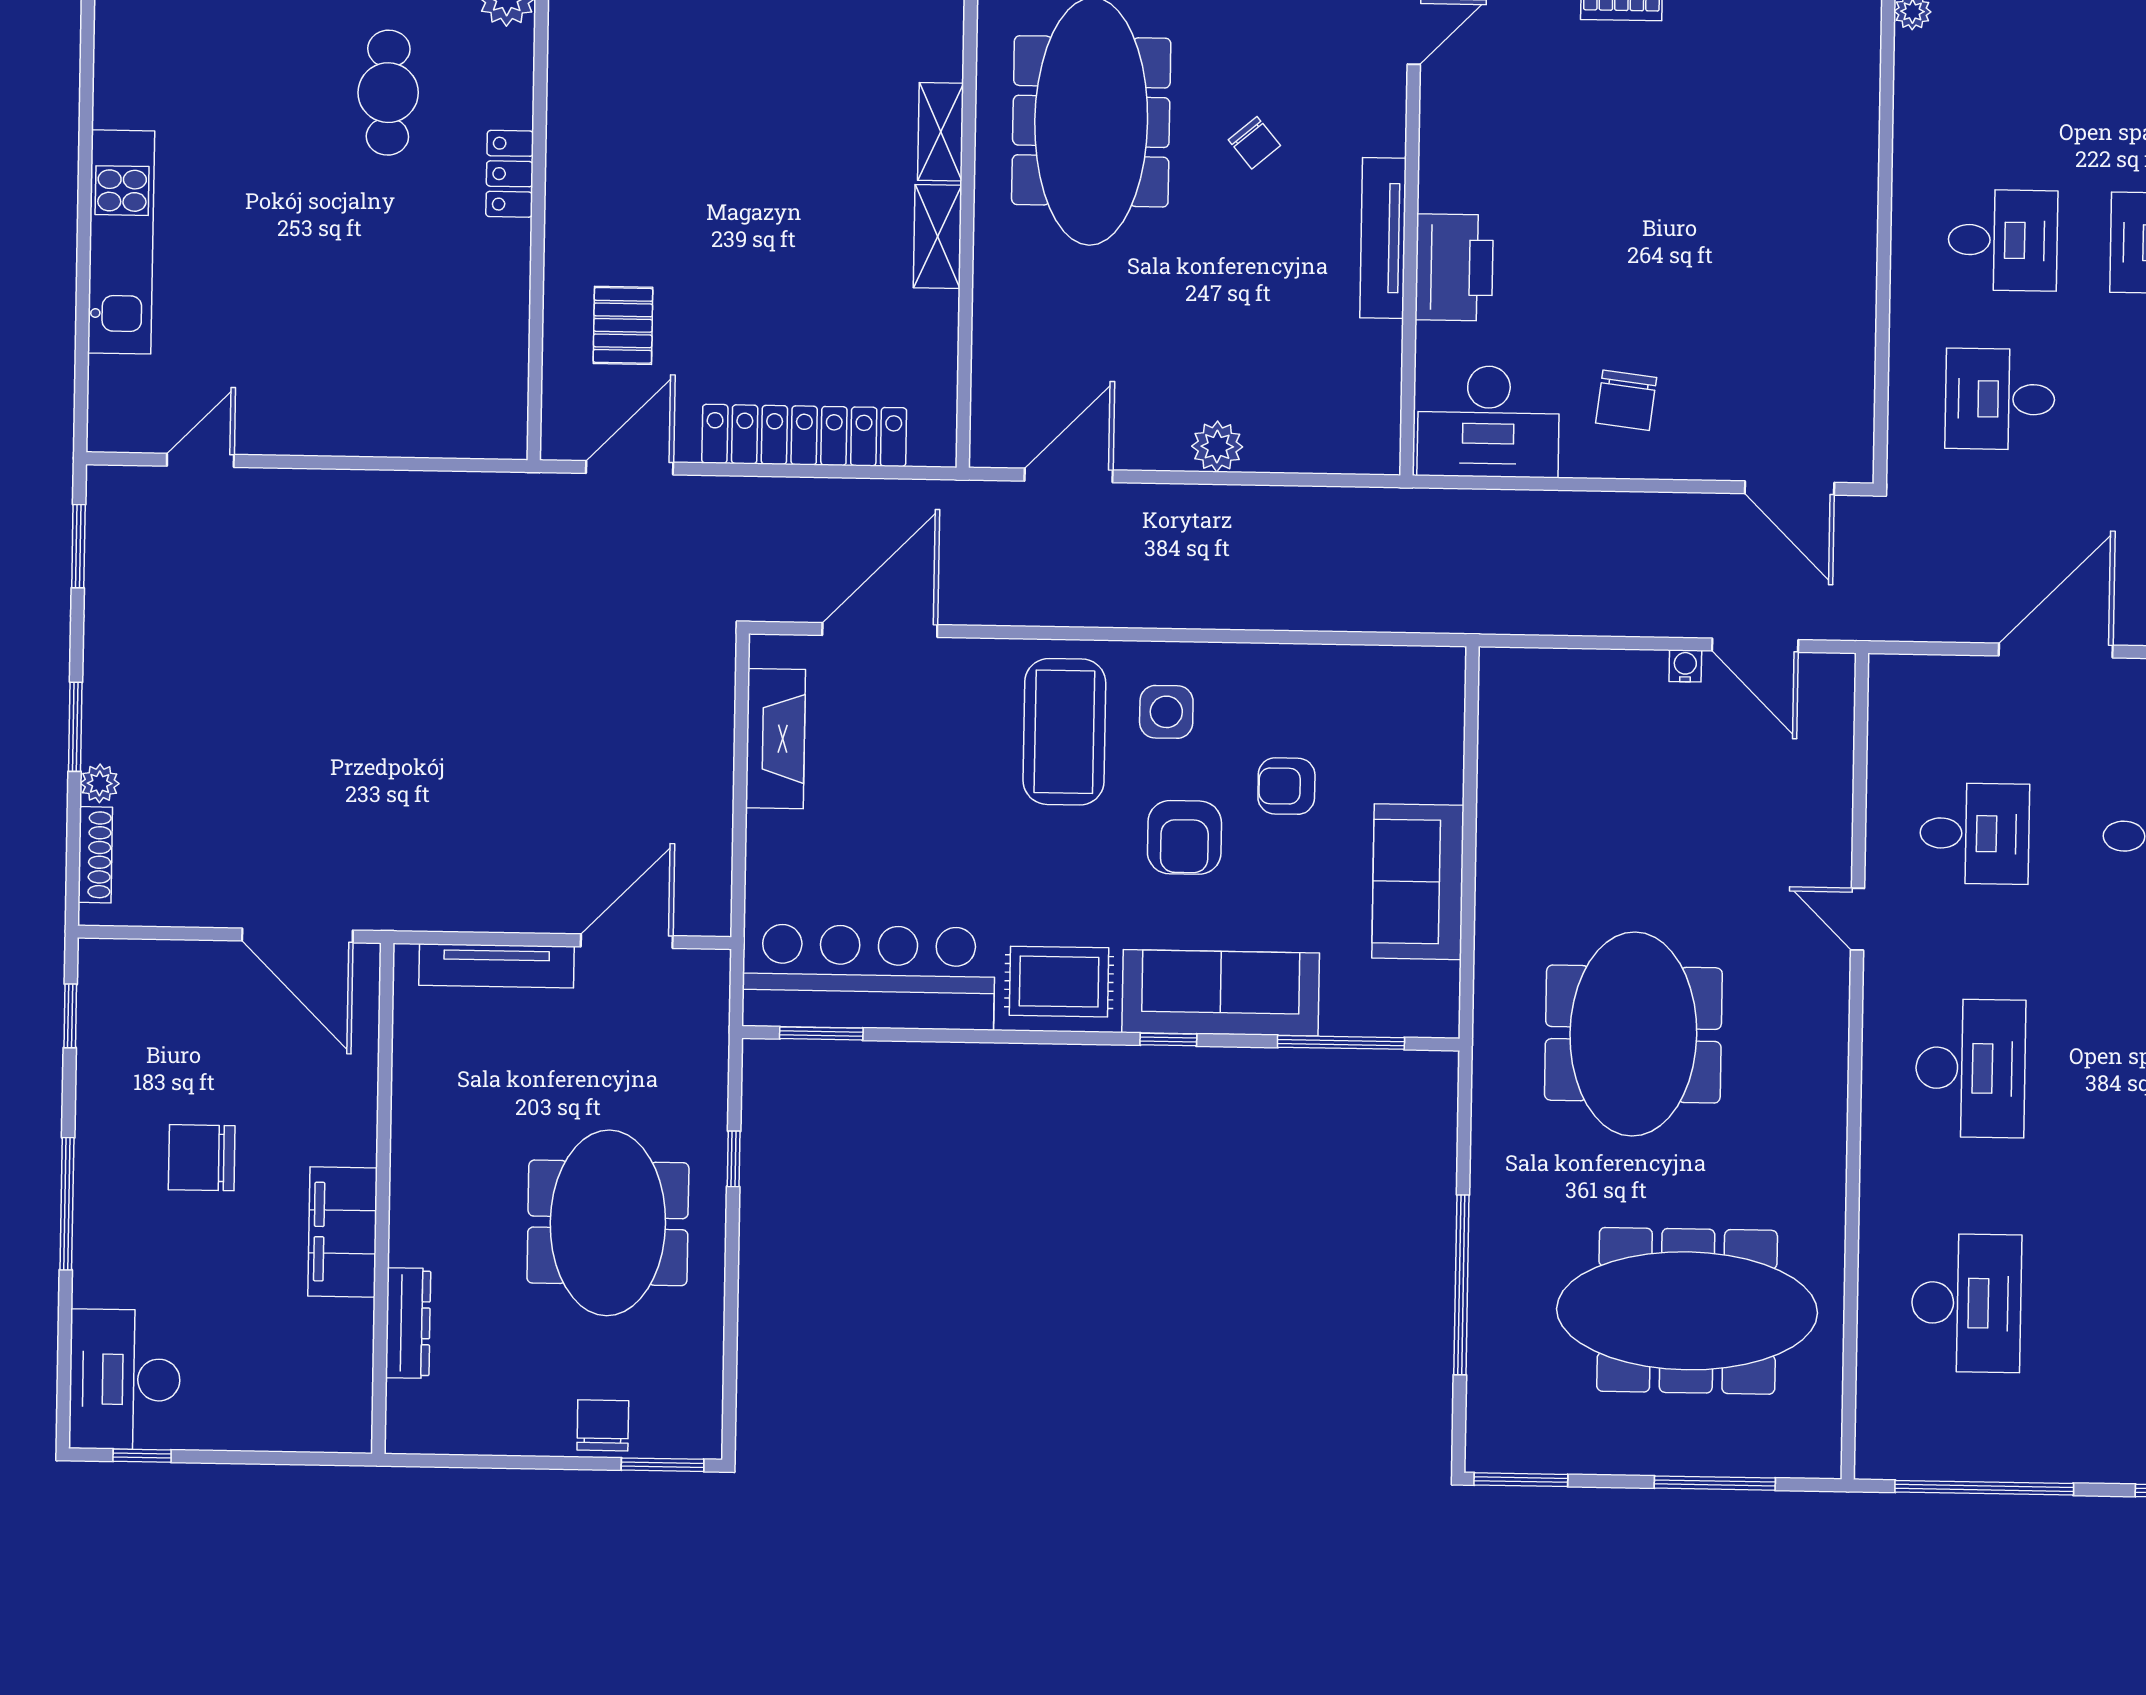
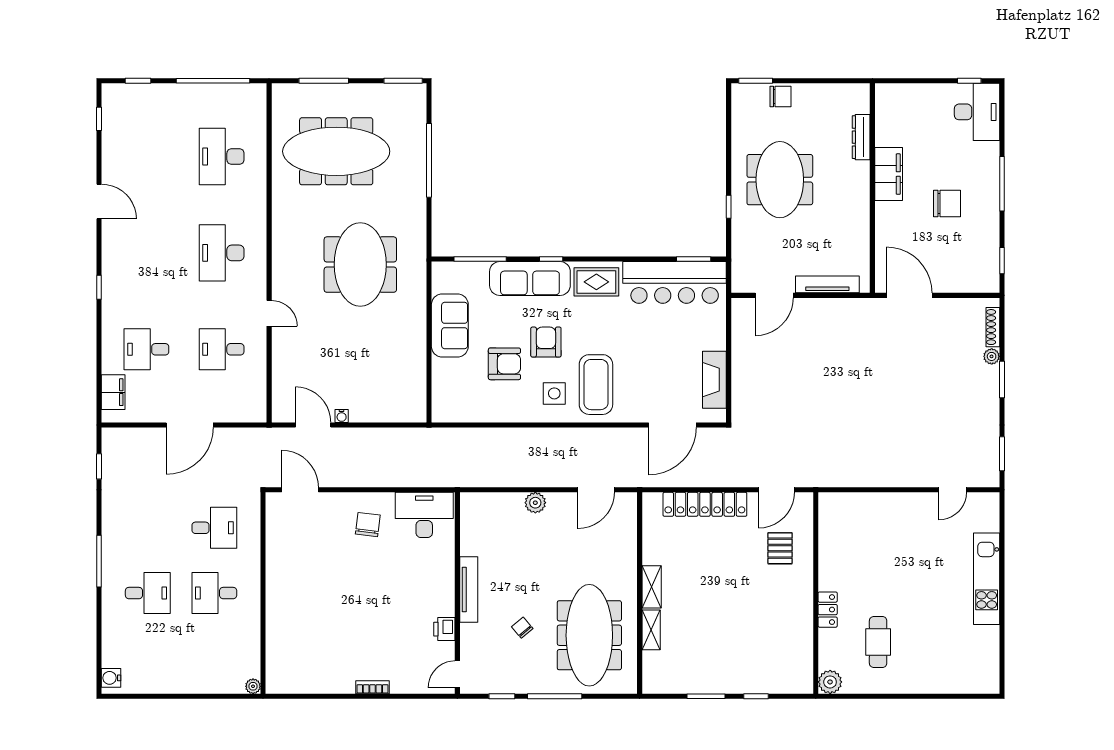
printer: (1454, 267) -> (444, 629), moved, width x0.53, depth x0.68
armchair: (1286, 786) -> (504, 364), width x1.38, depth x1.38
chair: (603, 1425) -> (780, 97), turned -90

